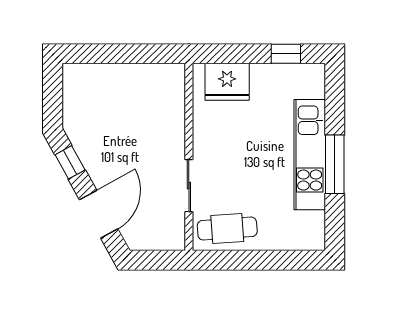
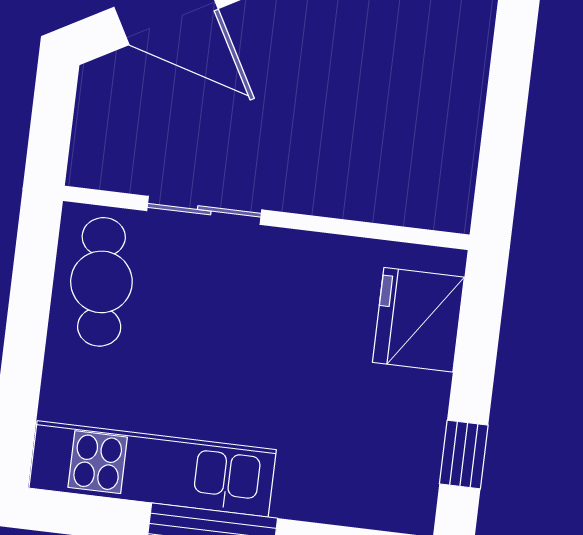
kitchen unit: (310, 155) -> (153, 469), moved

